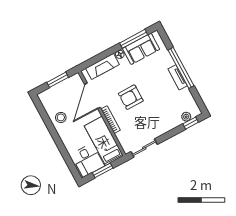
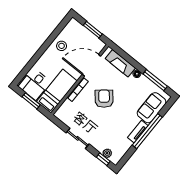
sofa: (141, 49) -> (152, 108), moved, turned 90
armchair: (131, 97) -> (104, 99), turned 50
sliding door: (144, 148) -> (78, 138), moved

